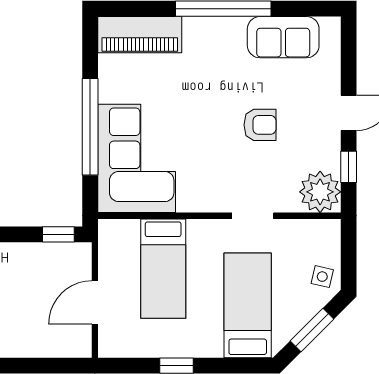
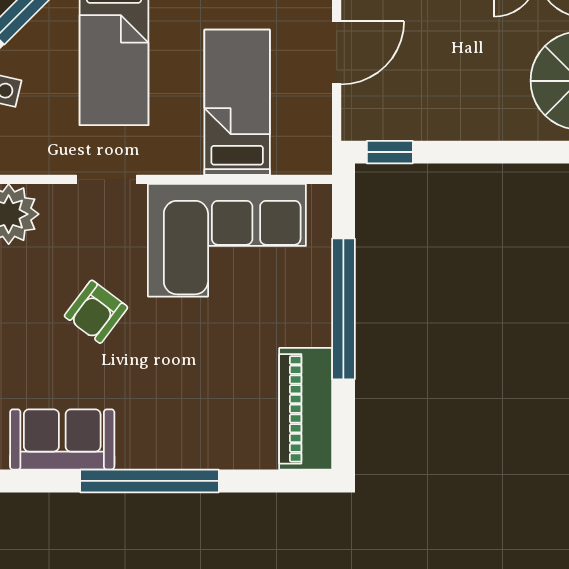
piano: (140, 35) -> (306, 409), moved, turned -90
armchair: (260, 125) -> (96, 312), turned -53
corner sofa: (137, 158) -> (227, 240), moved, turned -90

